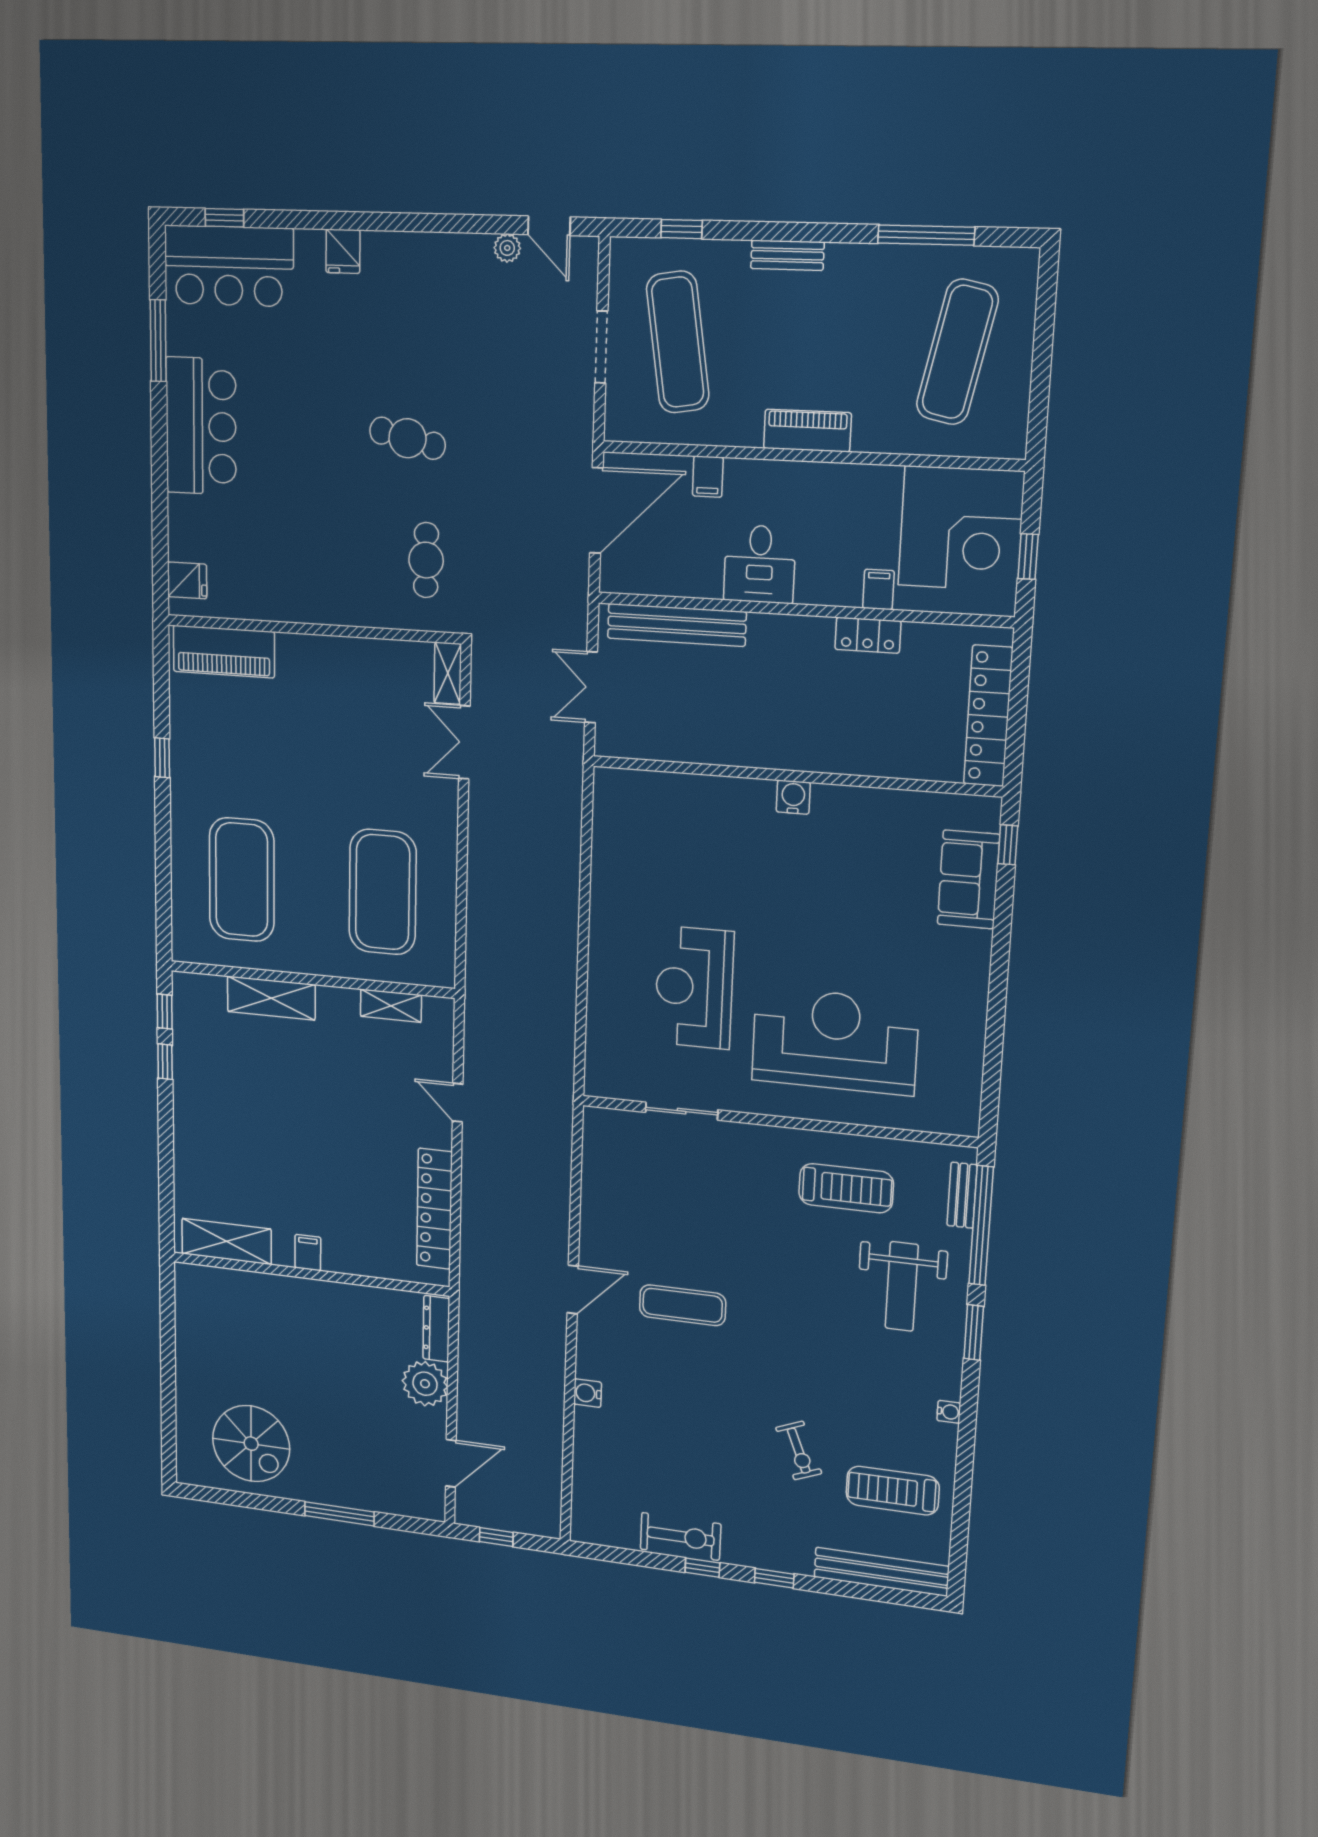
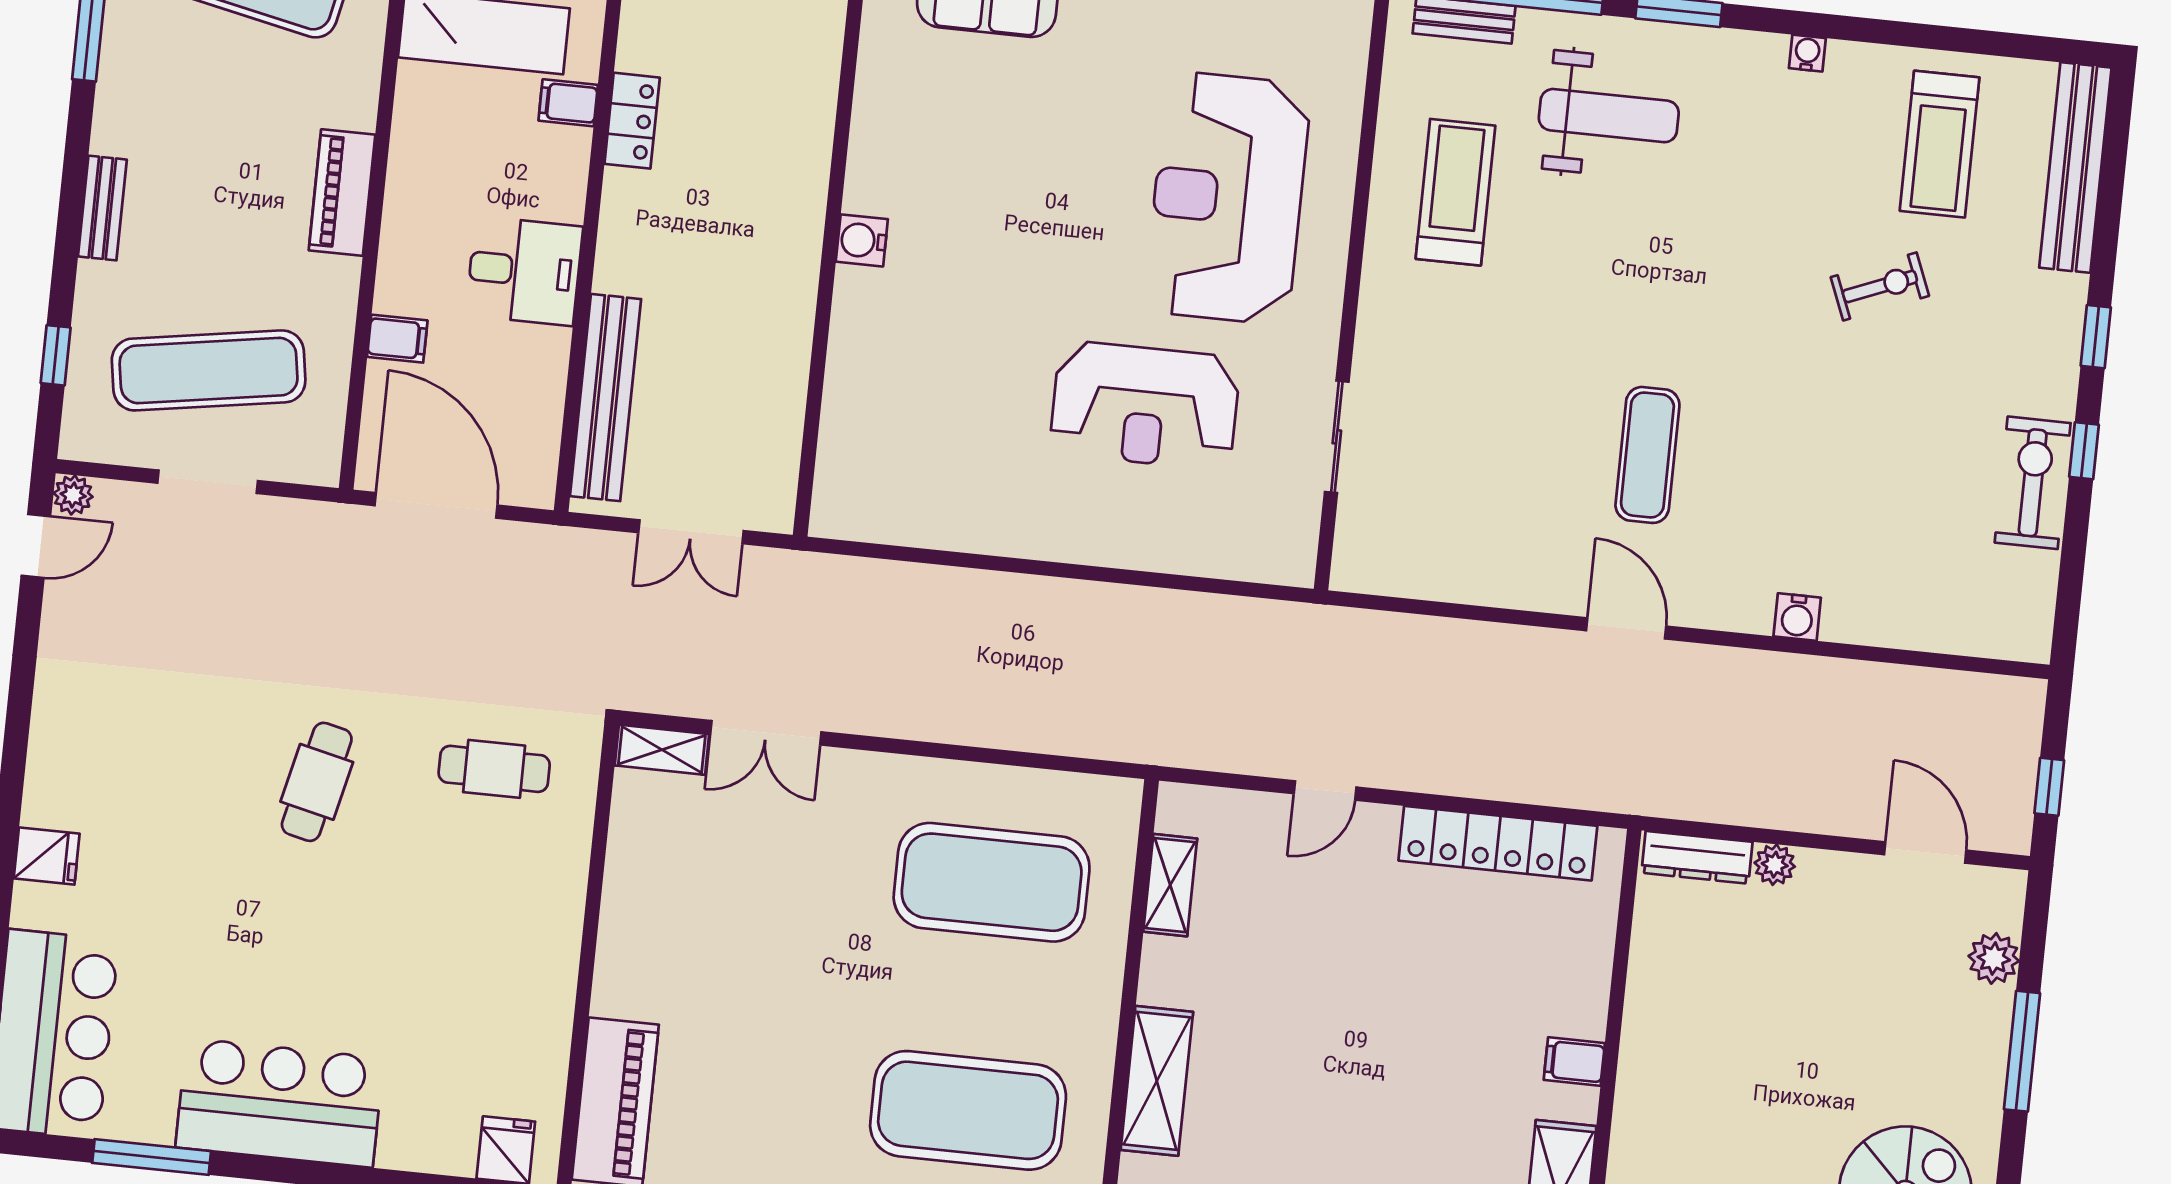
plant: (507, 248) -> (73, 495), moved
plant: (425, 1384) -> (1775, 865), width x0.53, depth x0.53
plant: (392, 1500) -> (1994, 958), added

